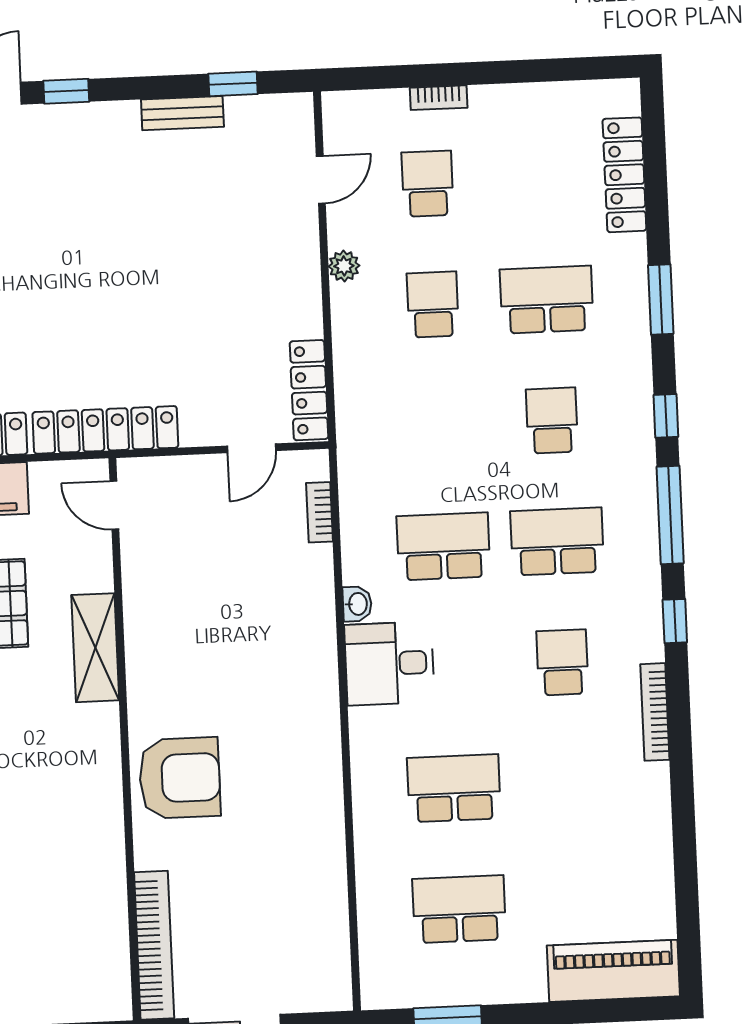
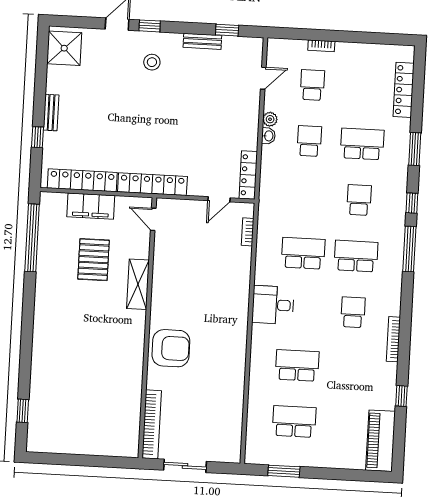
stool: (79, 168) -> (152, 62), added
washbasin: (357, 604) -> (268, 136), moved
window: (675, 621) -> (401, 396), moved
piano: (613, 971) -> (381, 441), moved, turned -90

